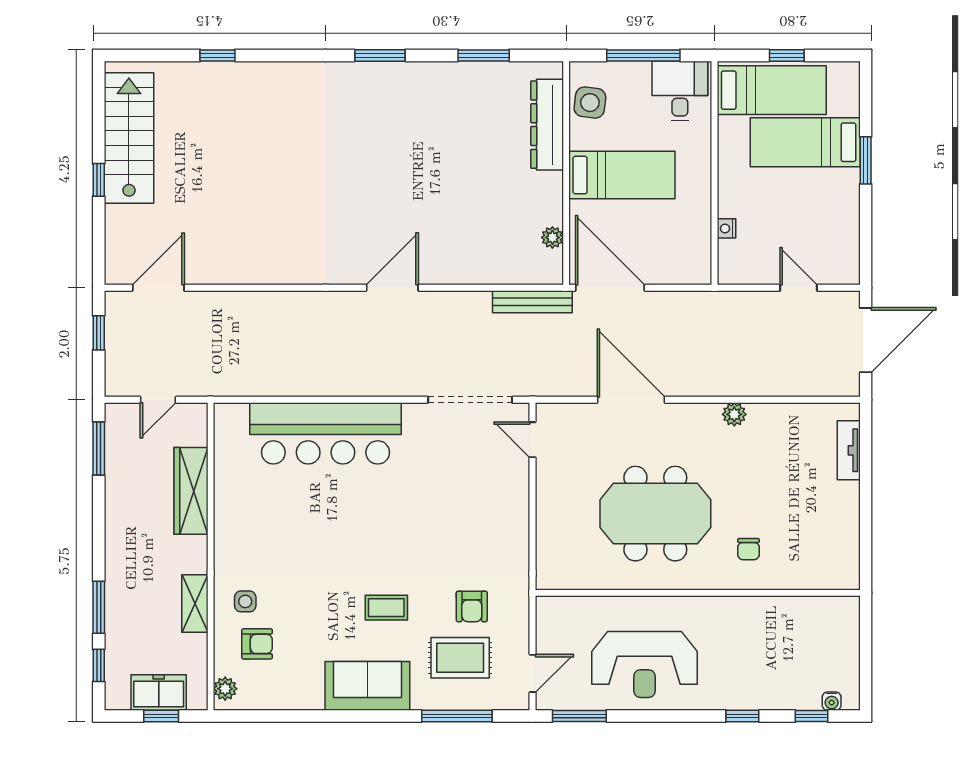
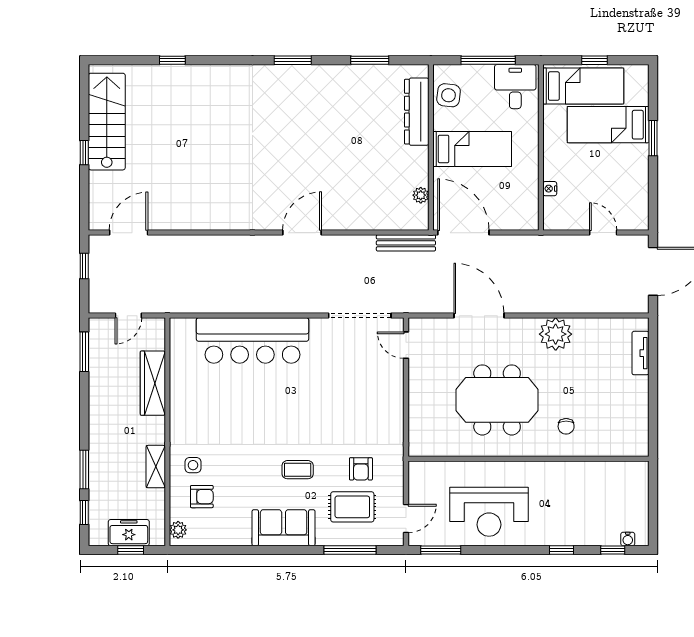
plant: (734, 414) -> (556, 334), width x1.87, depth x1.87

